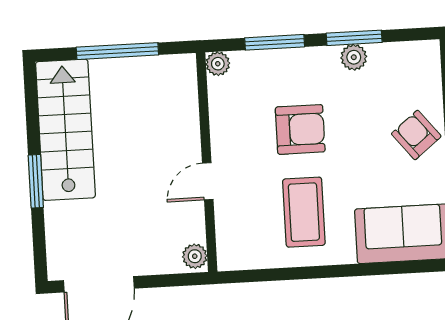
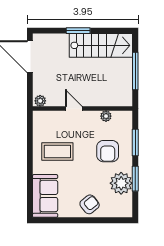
plant: (354, 57) -> (121, 183), width x1.87, depth x1.87
plant: (218, 64) -> (106, 116), moved
armchair: (300, 129) -> (108, 151), moved

